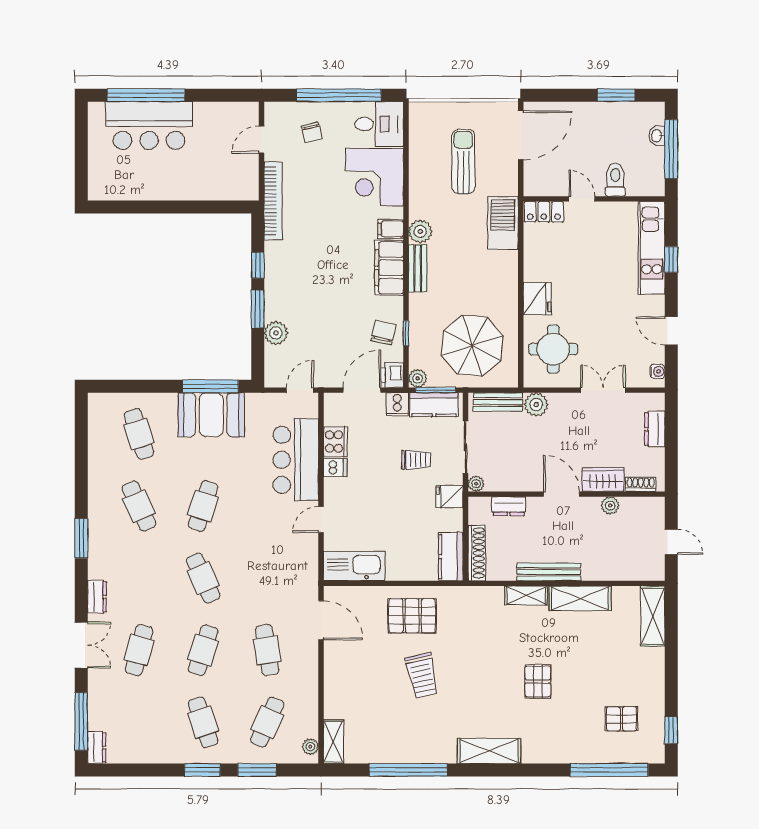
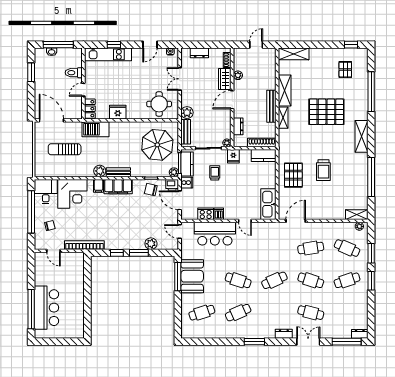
fridge: (537, 299) -> (118, 112), moved
trolley: (422, 675) -> (323, 170), turned 102
pallet: (538, 681) -> (326, 112), width x2.05, depth x2.00
window: (609, 770) -> (371, 92), moved

